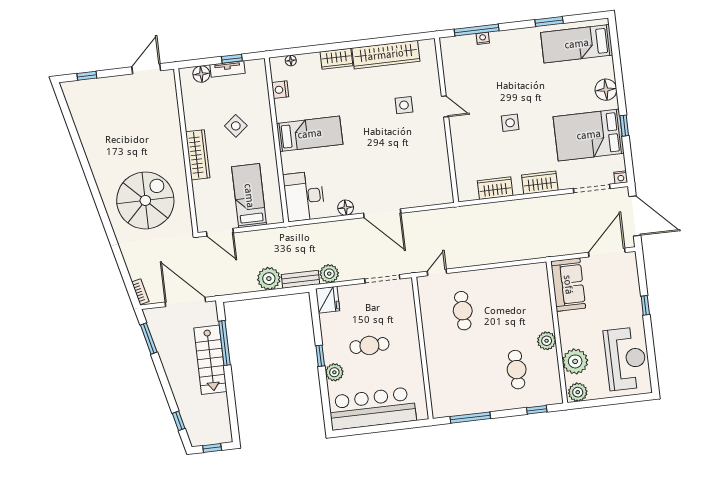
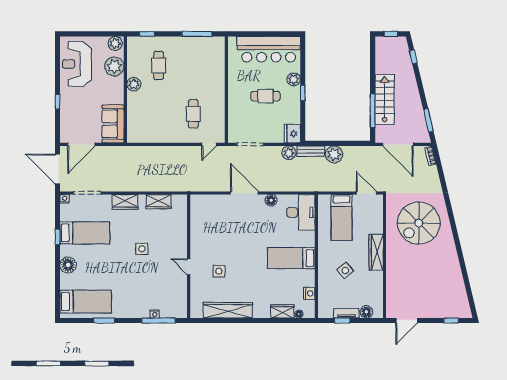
wardrobe: (336, 59) -> (282, 311), moved
bed: (589, 135) -> (85, 233), width x0.67

